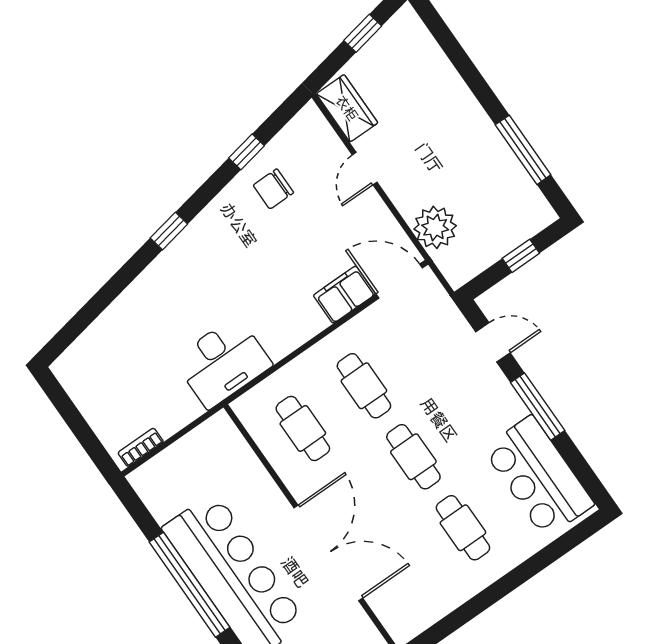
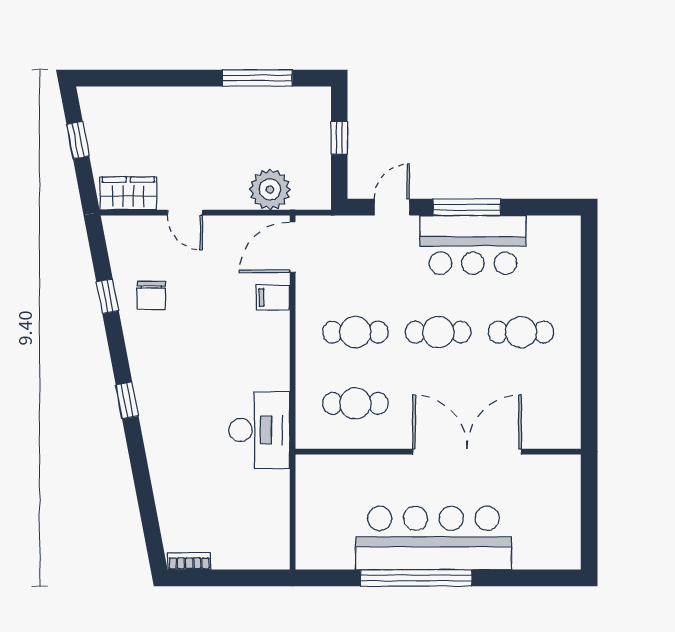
filing cabinet: (344, 295) -> (273, 298), width x0.50
bookcase: (141, 447) -> (189, 561), moved, turned 90
bar counter: (538, 477) -> (473, 245), moved

